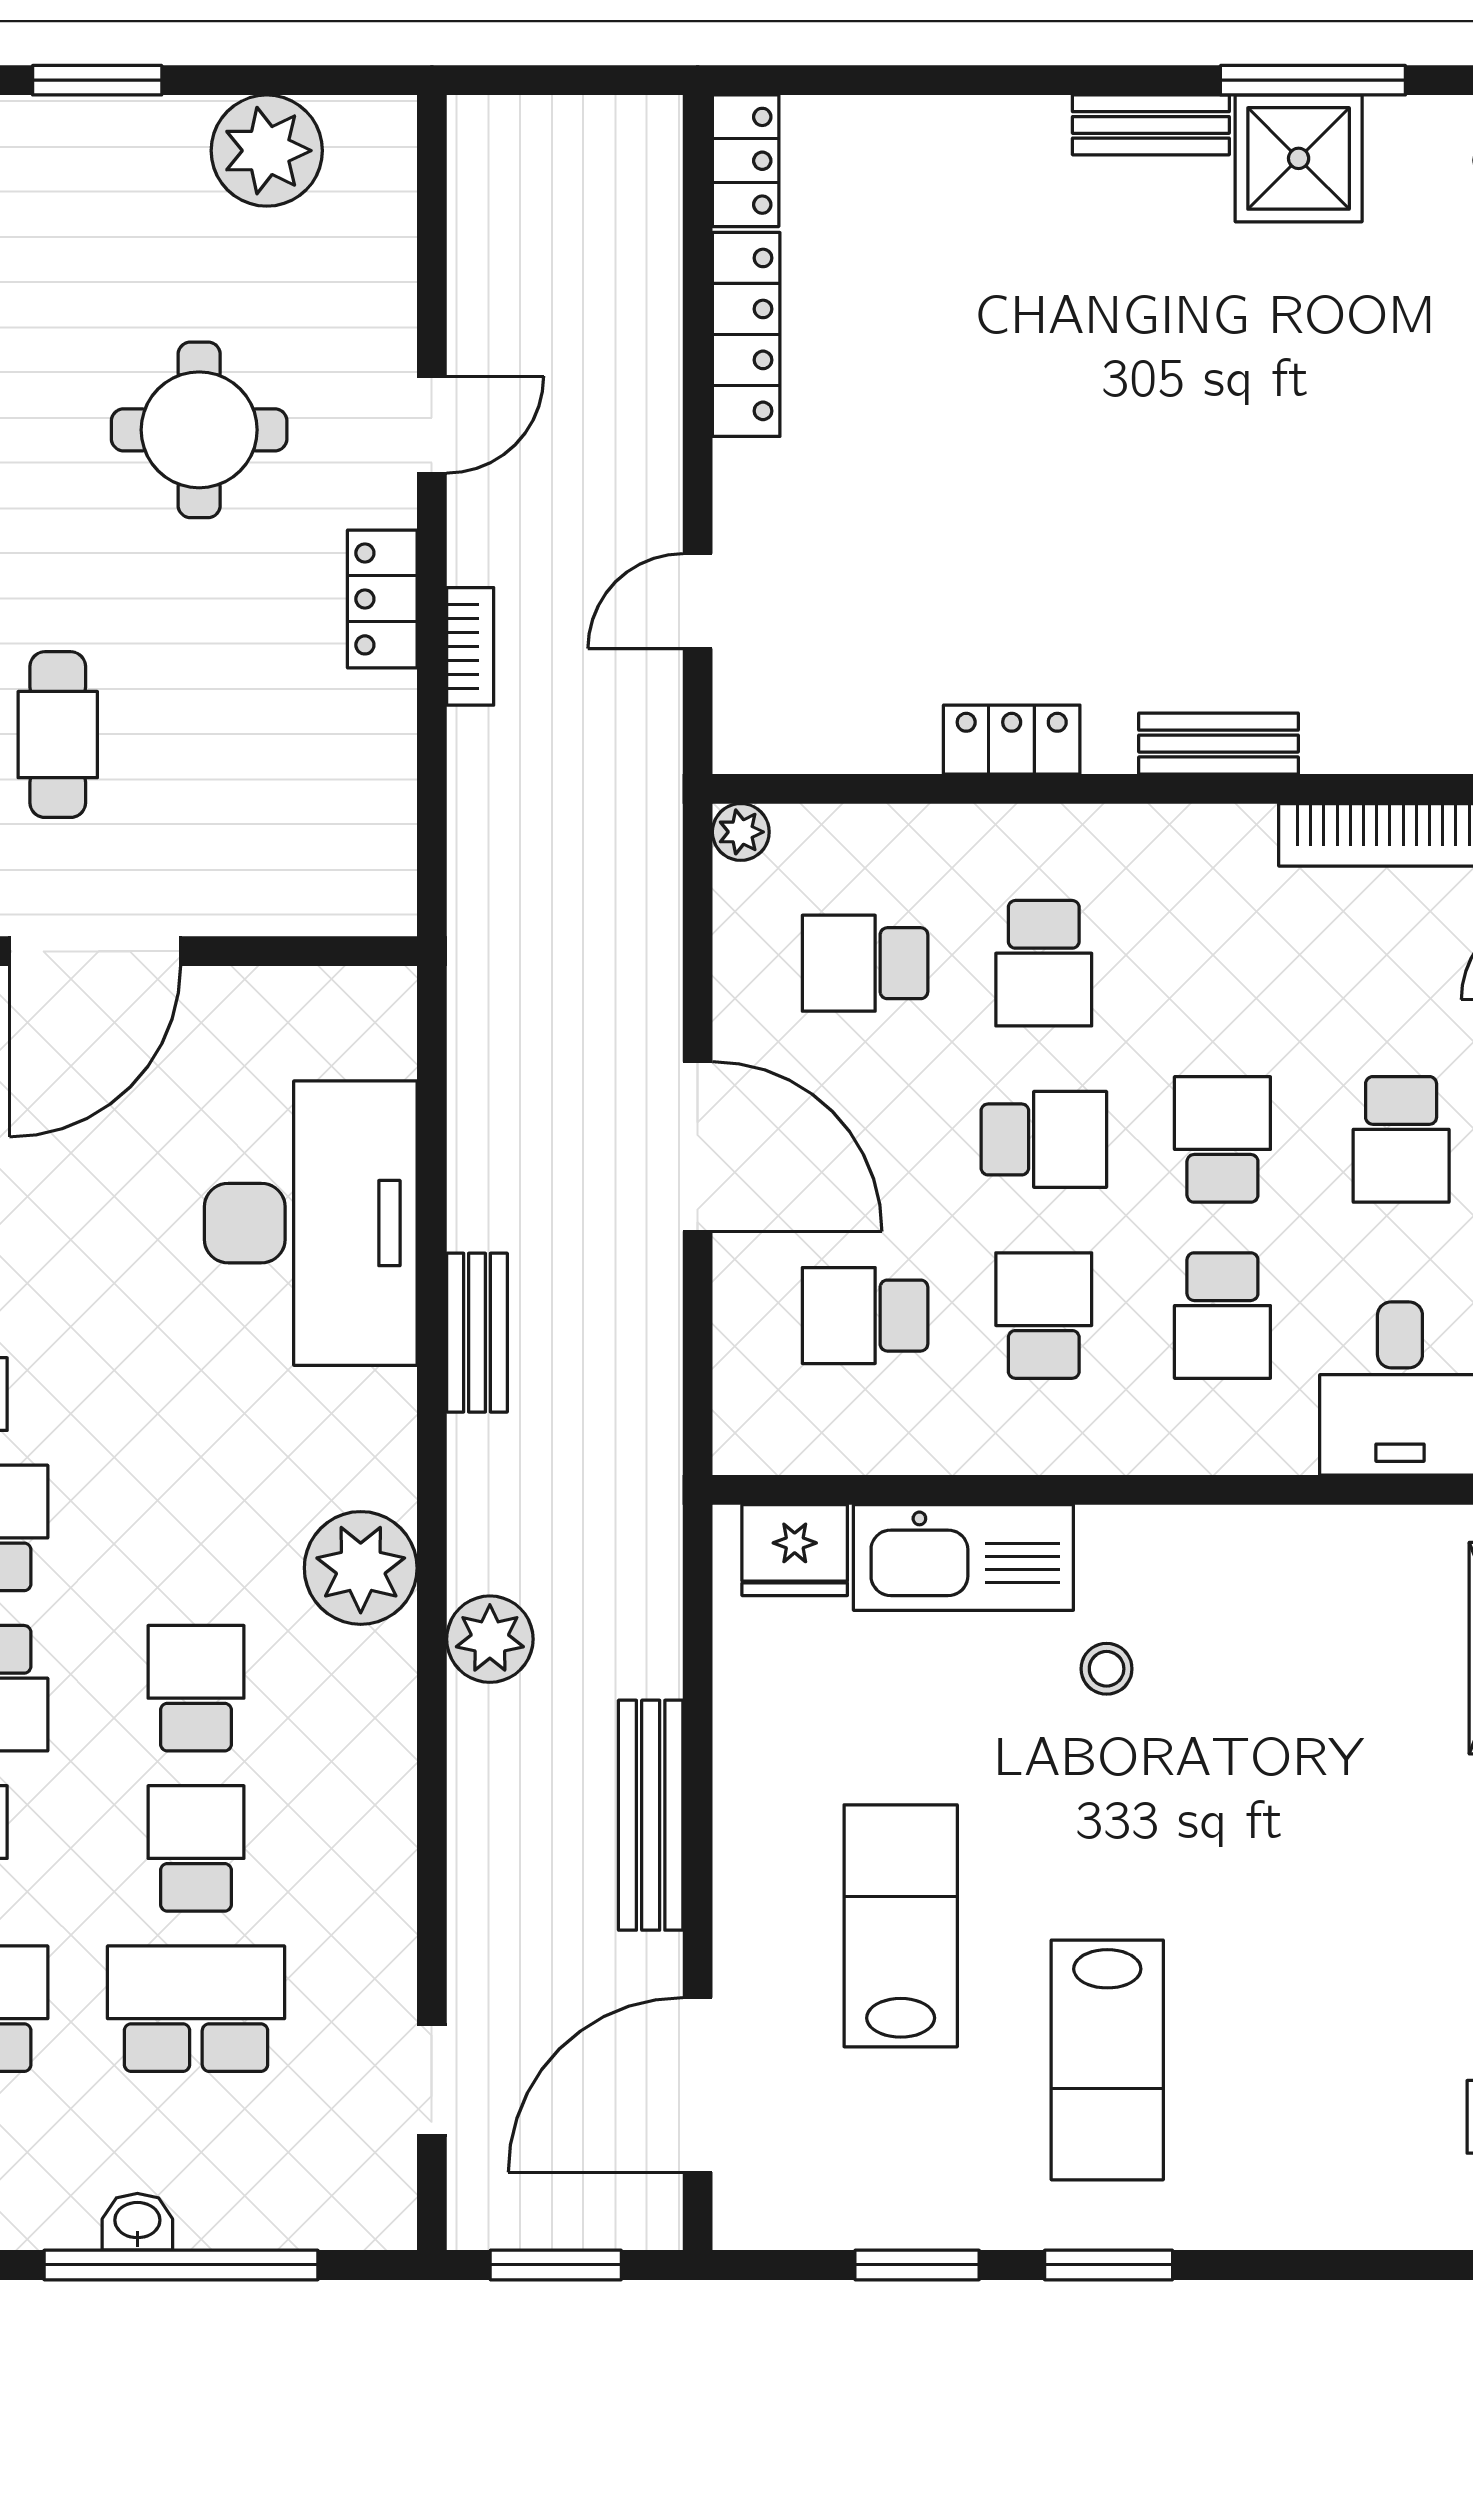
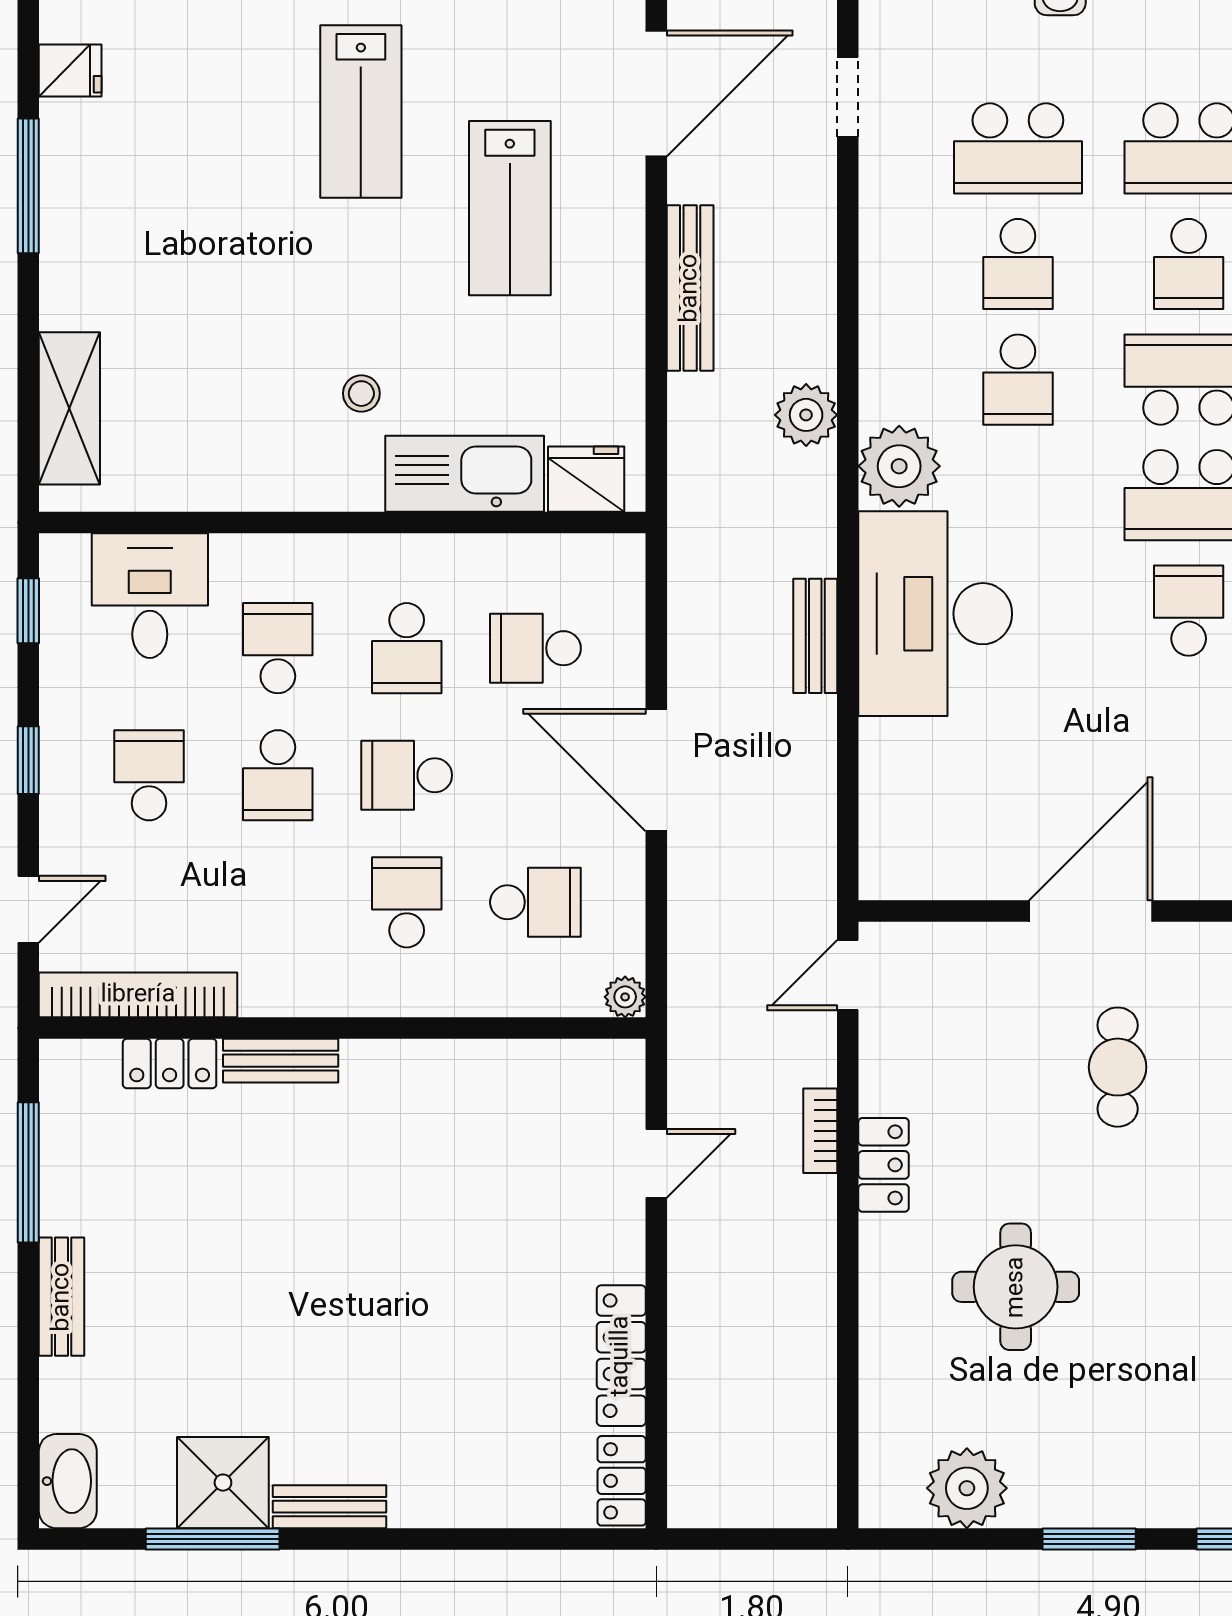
door: (432, 425) -> (848, 975), moved
locker: (1012, 740) -> (170, 1064), moved
desk: (311, 1223) -> (935, 614), moved
school desk: (865, 1316) -> (535, 648), turned 180
lab bench: (1107, 2060) -> (361, 112), turned 180

